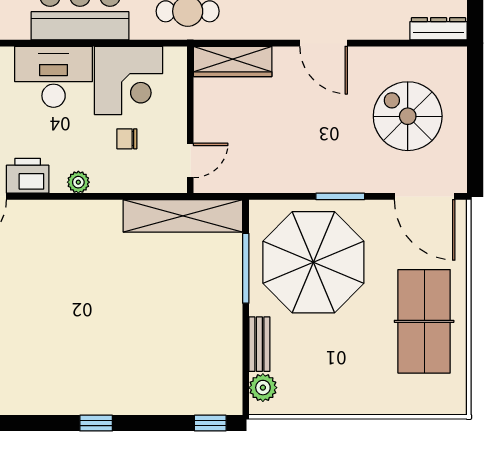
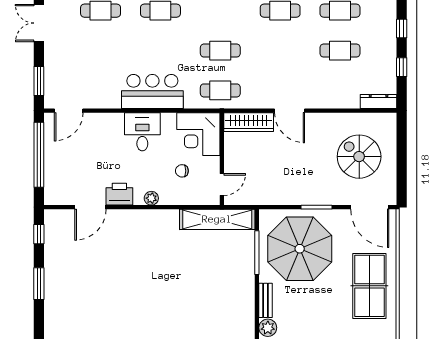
door: (324, 43) -> (290, 111), moved
desk: (54, 77) -> (142, 132), width x0.73
corner desk: (129, 80) -> (198, 134), moved, turned 90

